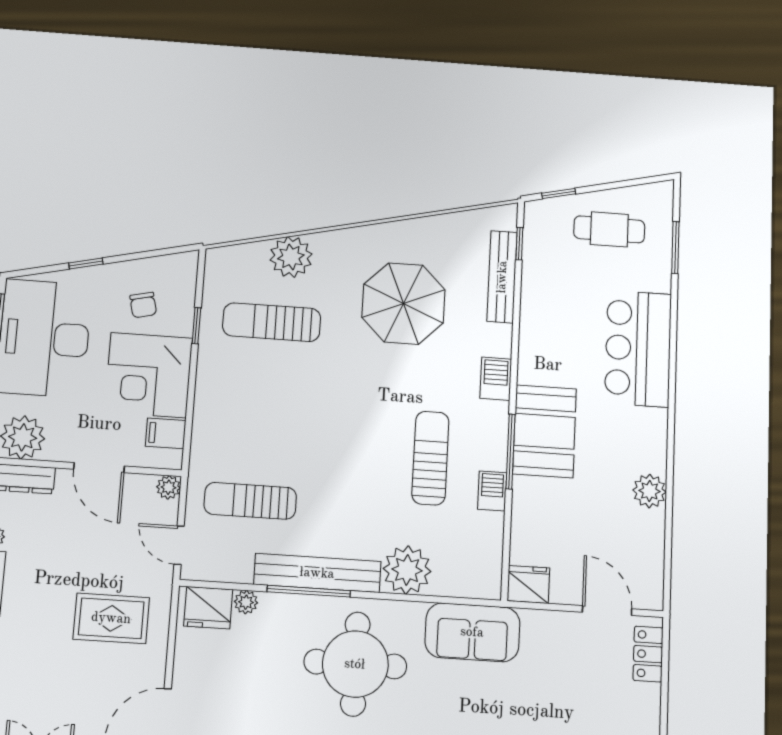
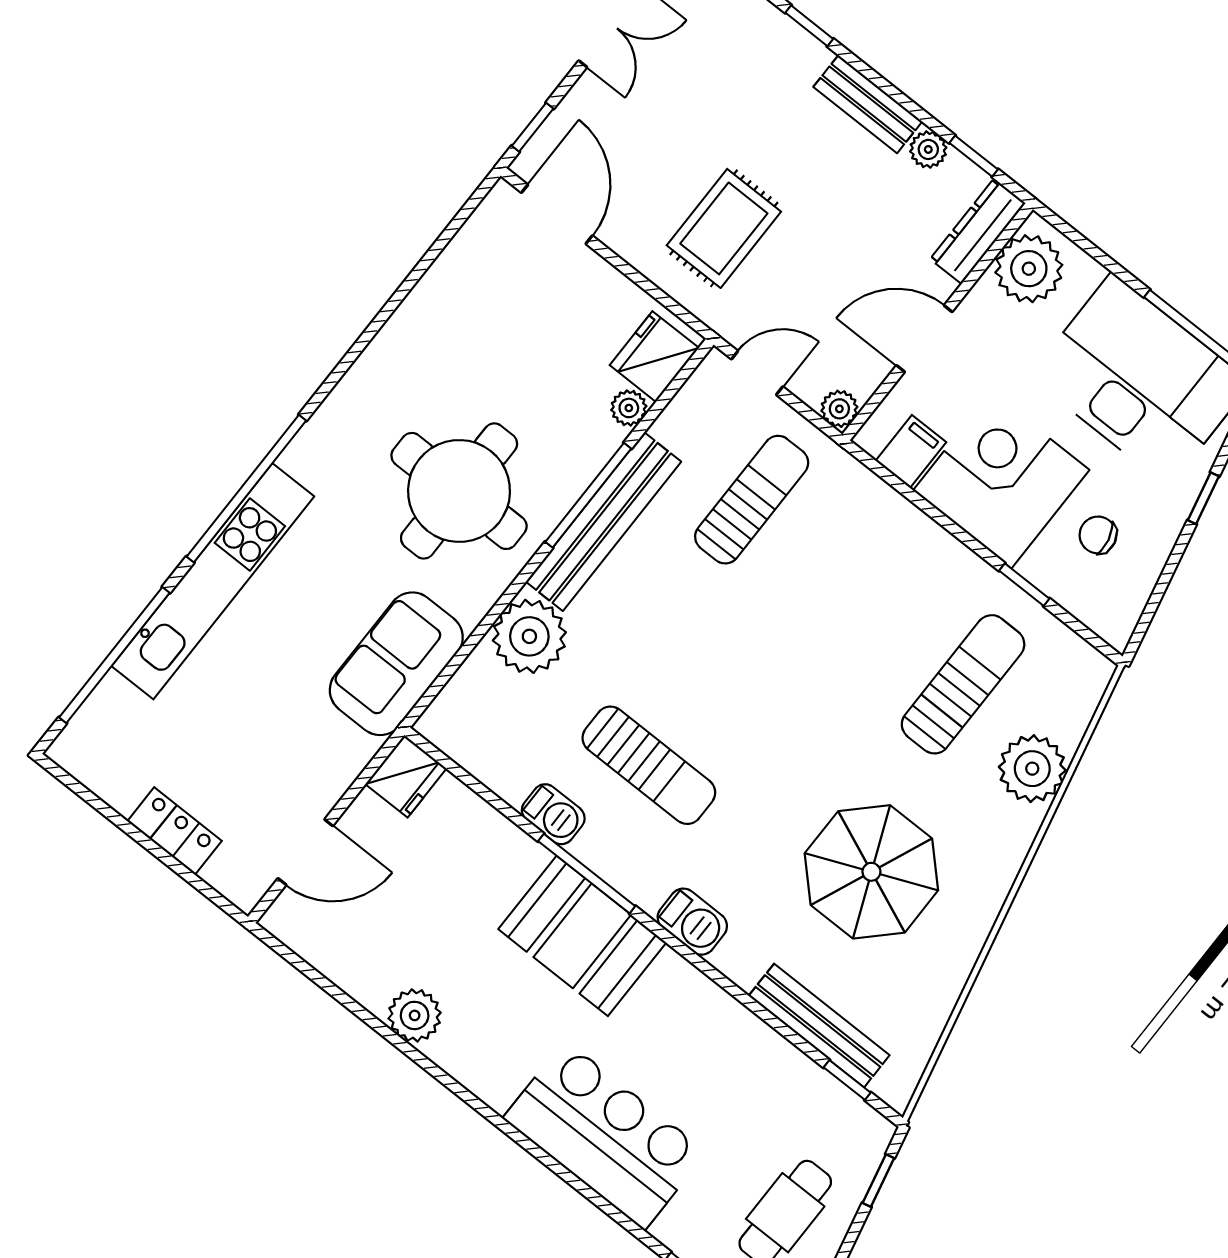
locker: (648, 654) -> (175, 831), moved

